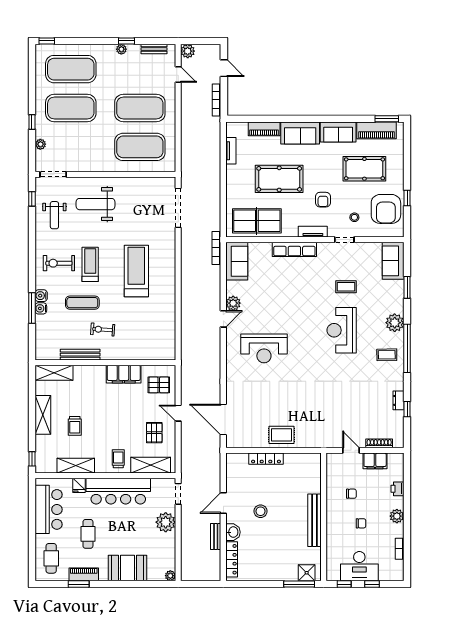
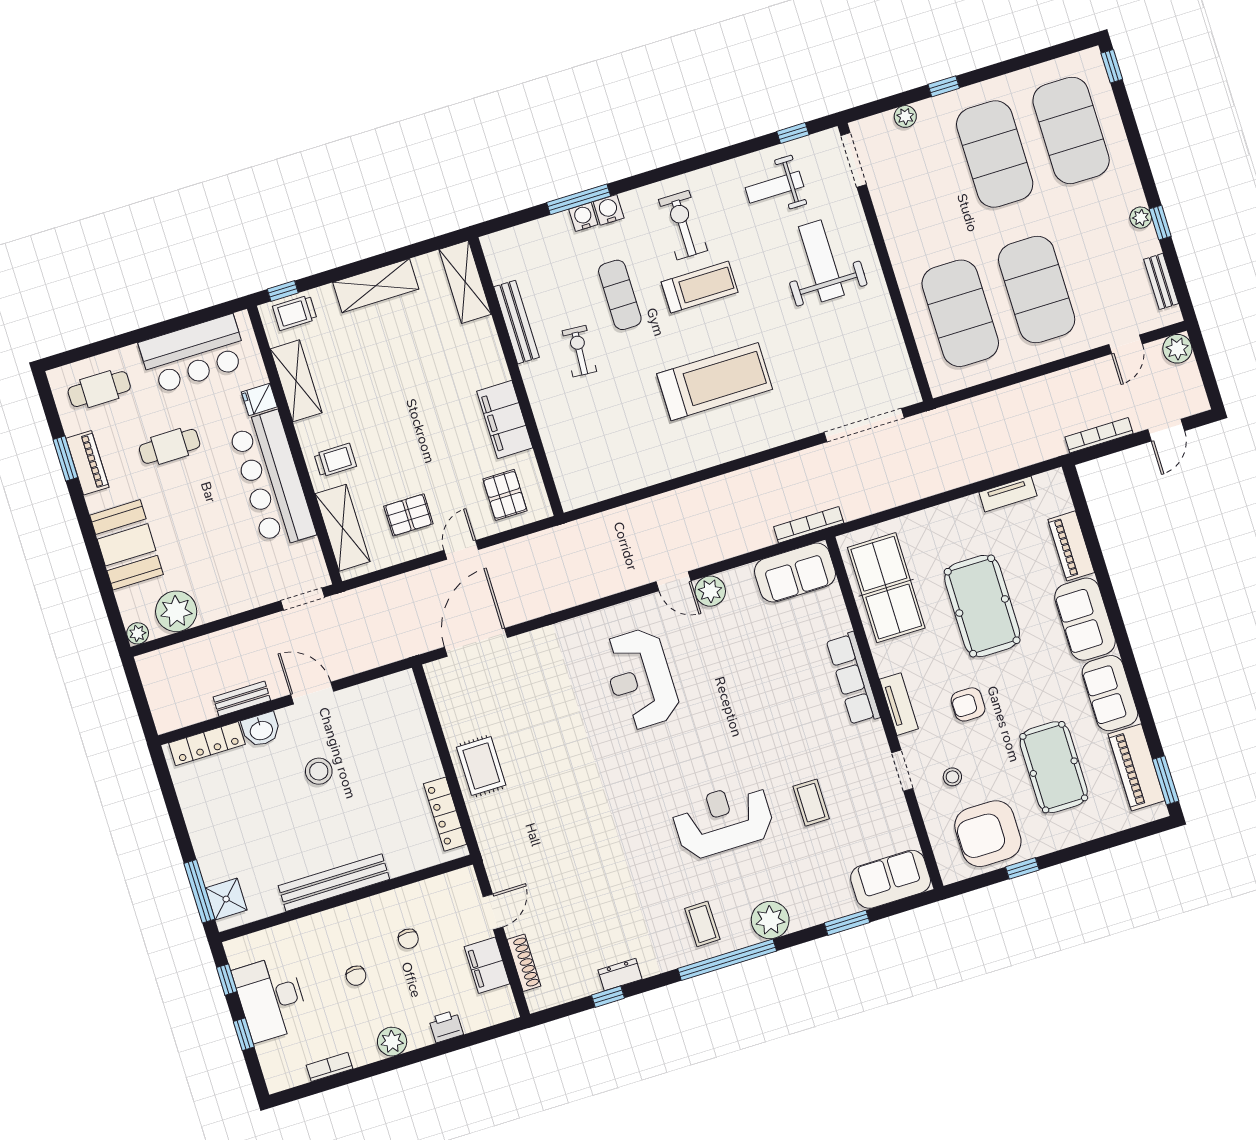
trolley: (75, 426) -> (295, 313), moved
locker: (266, 459) -> (445, 814), moved
plant: (166, 522) -> (176, 611), moved

